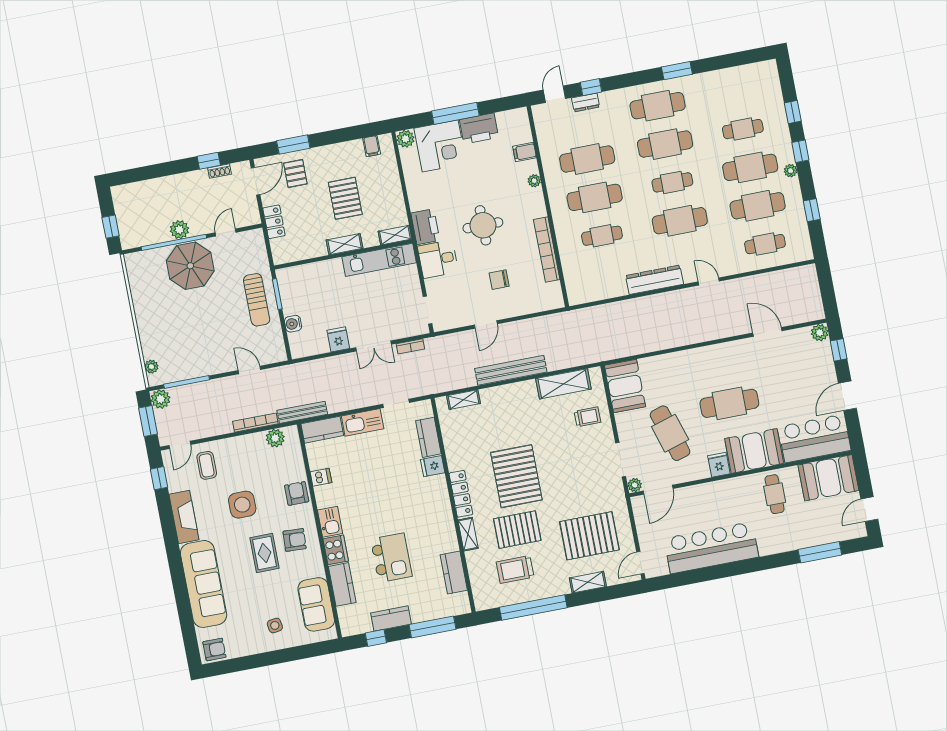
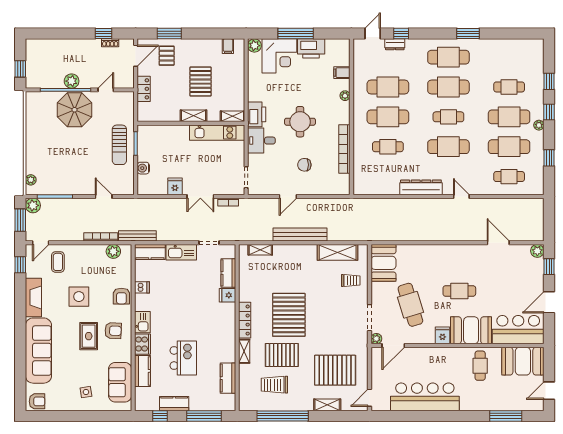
cafe table: (729, 403) -> (459, 291), width x0.73, depth x0.74
armchair: (297, 493) -> (121, 296), turned 180

